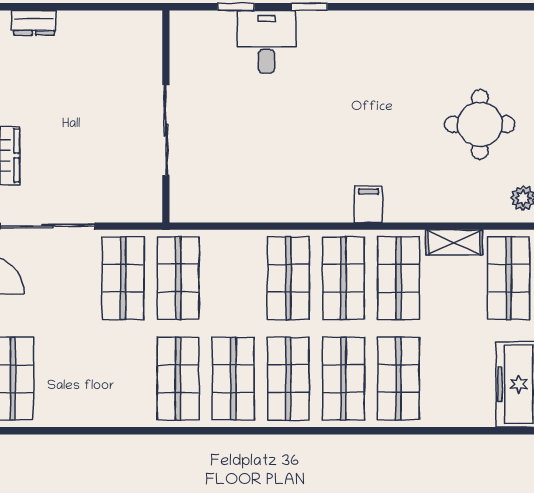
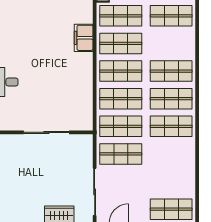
filing cabinet: (368, 204) -> (84, 38), width x2.00
shop shelf: (343, 379) -> (121, 99), moved

